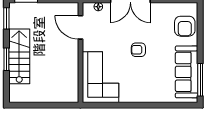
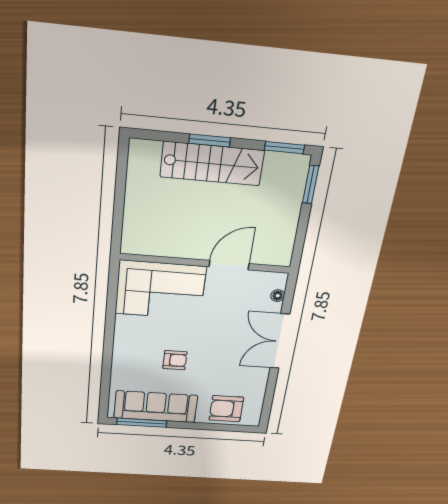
door: (80, 27) -> (229, 265), moved
armchair: (138, 50) -> (175, 360), moved, turned 90

